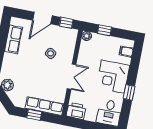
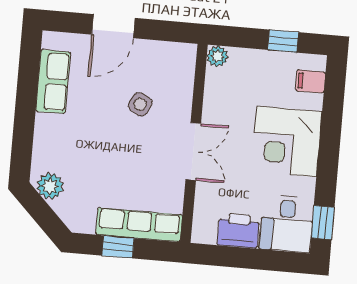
window: (66, 23) -> (168, 31), removed
window: (105, 30) -> (283, 41), moved
window: (129, 92) -> (323, 223), moved
printer: (76, 111) -> (238, 231), moved

